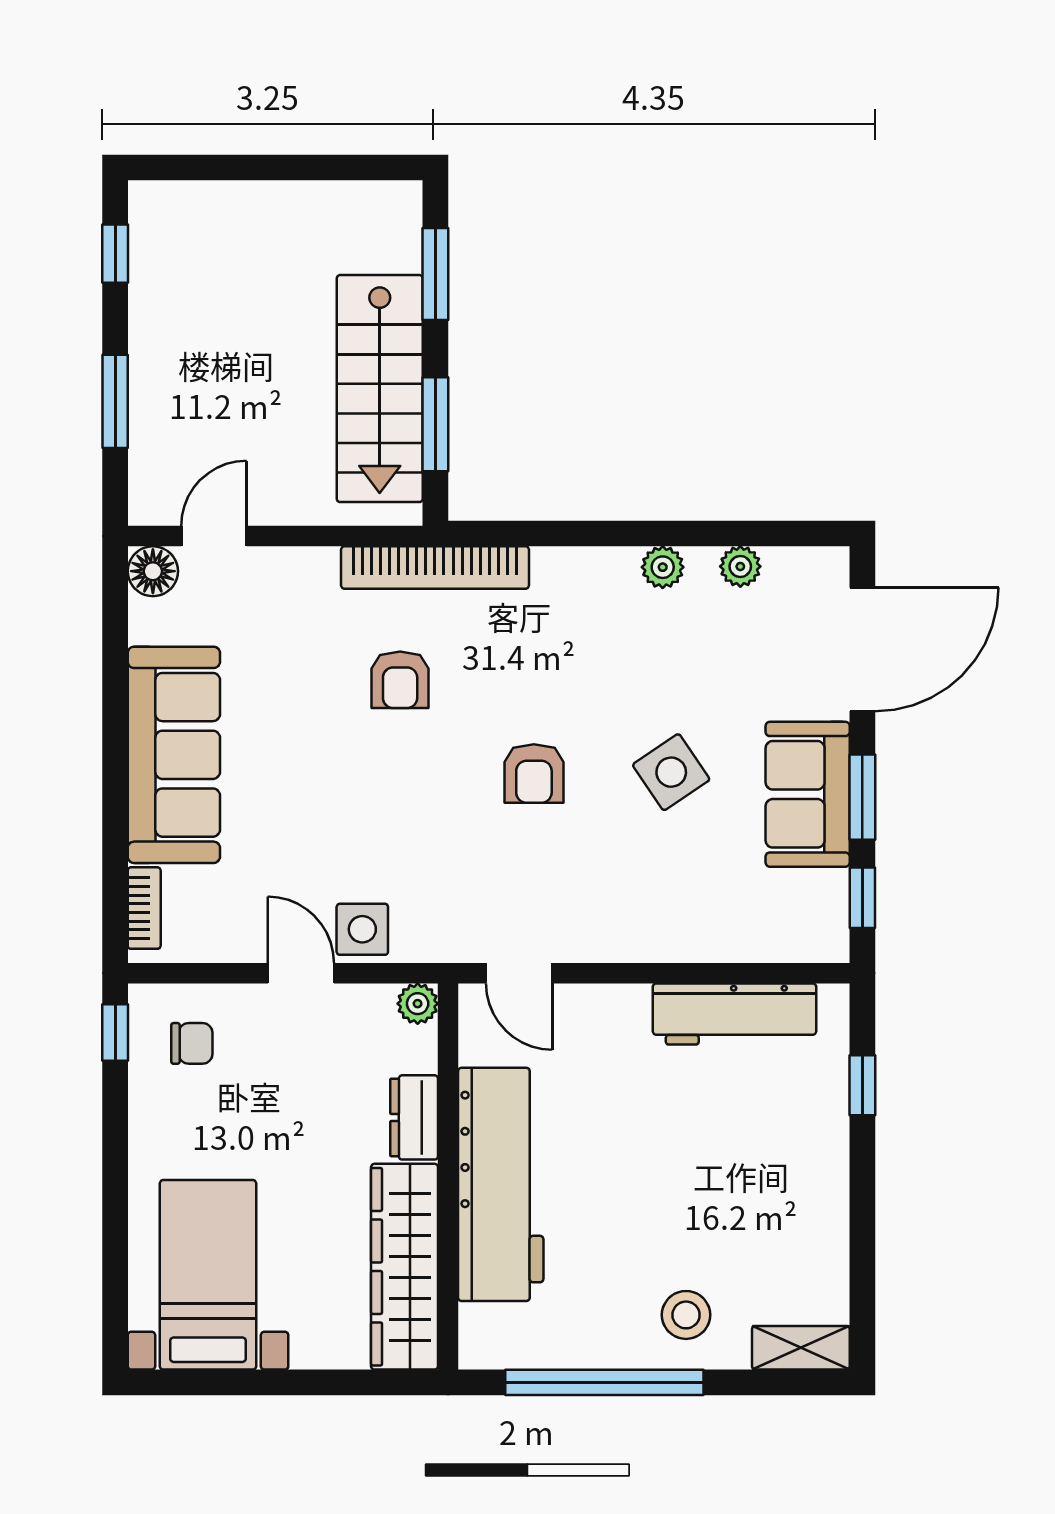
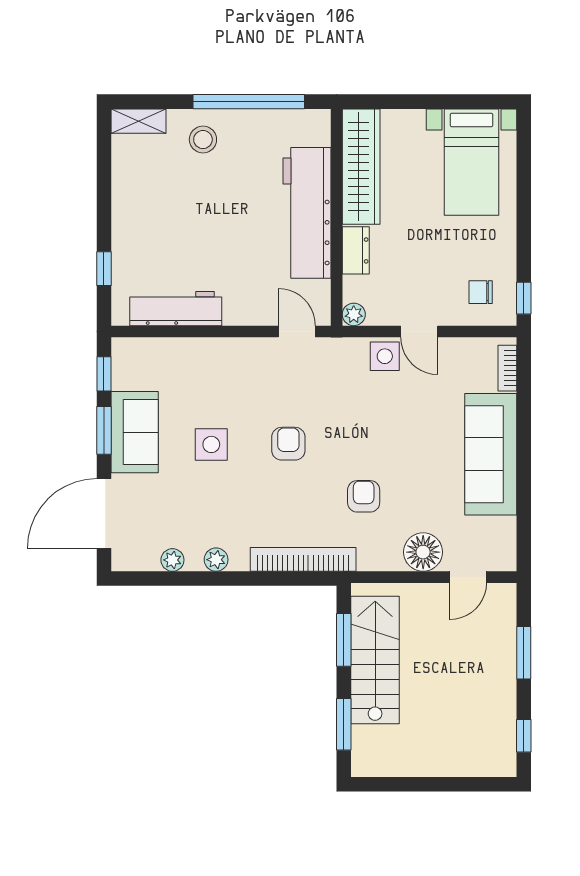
bookcase: (435, 568) -> (303, 559), moved
floor lamp: (153, 571) -> (423, 552), moved, width x1.38, depth x1.38
side table: (671, 772) -> (211, 444), turned 34

